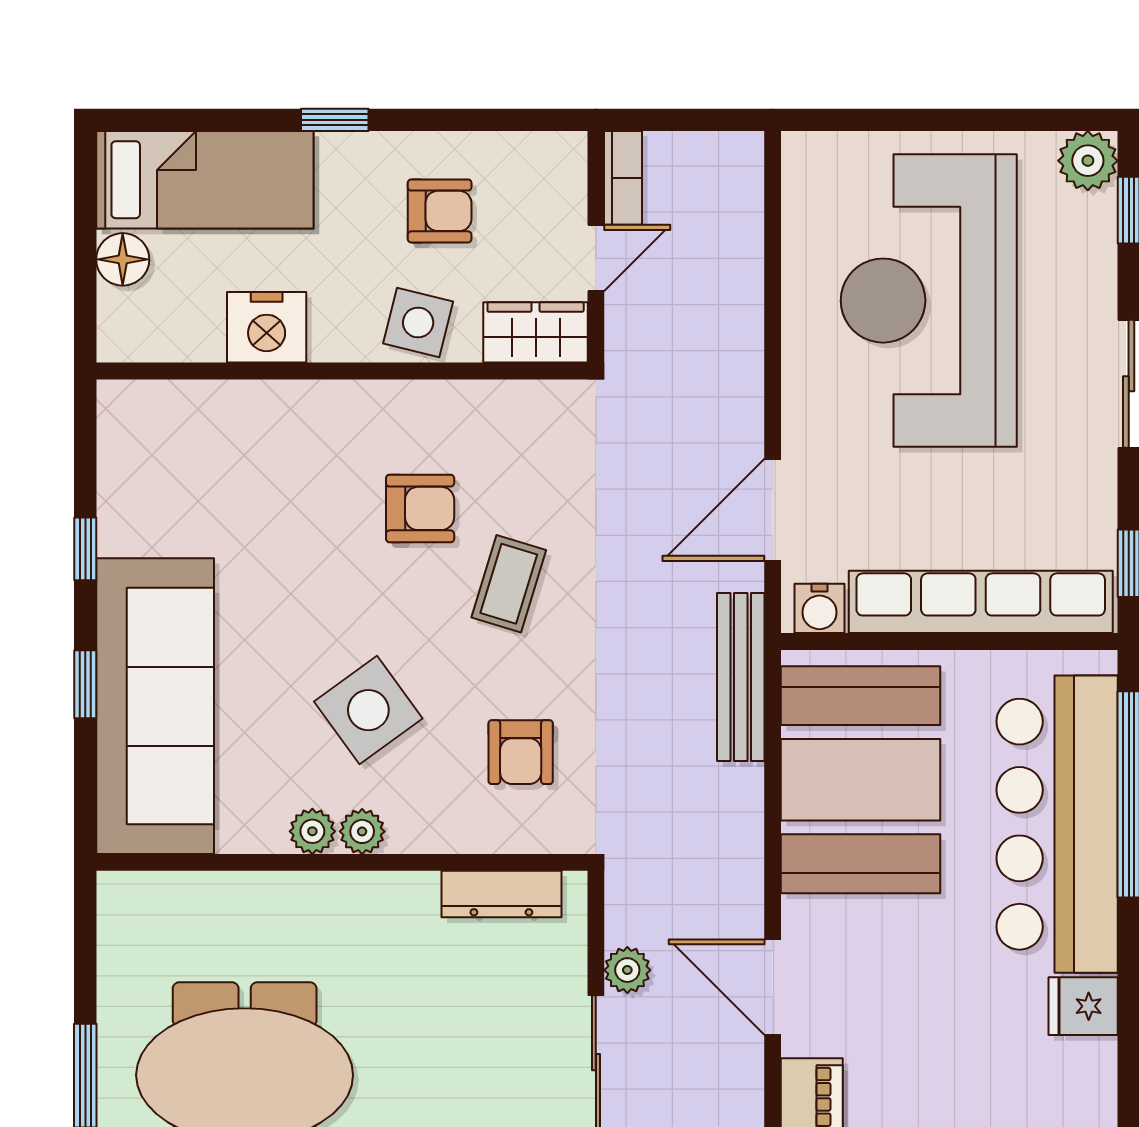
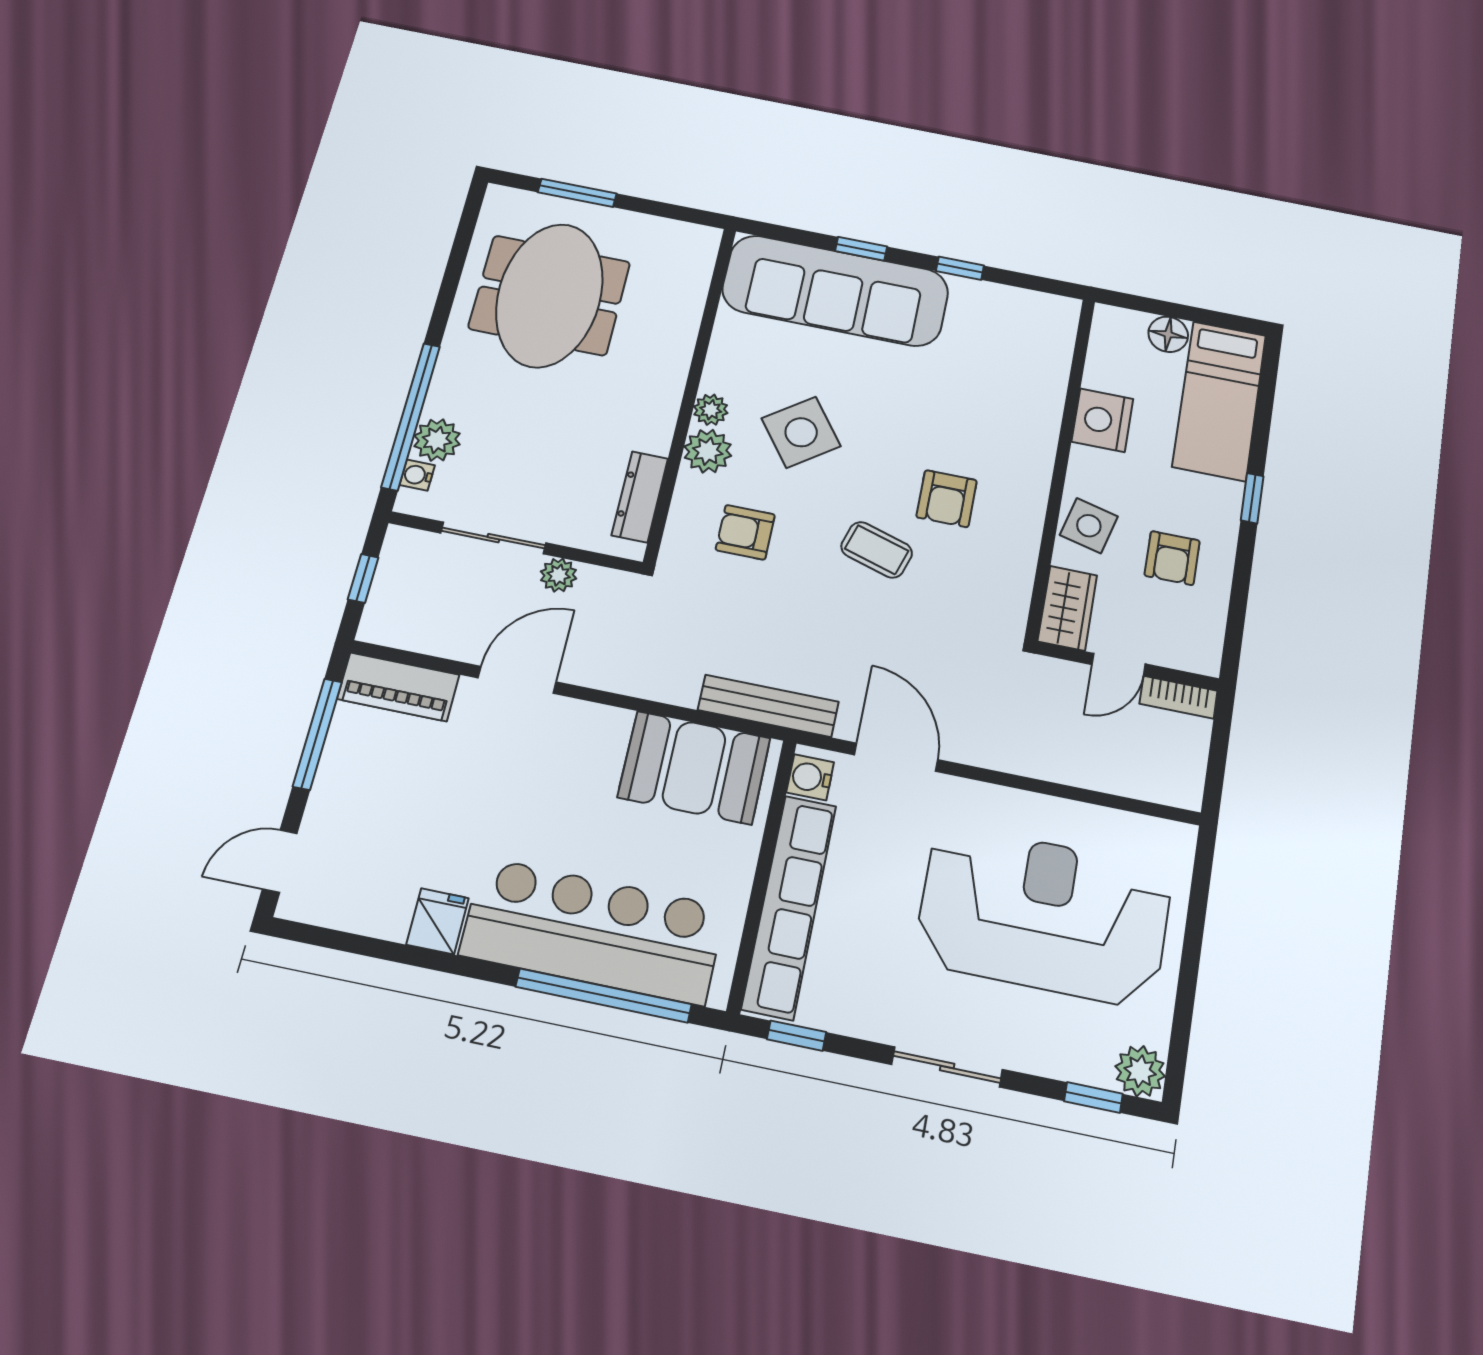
door: (596, 258) -> (1118, 664), hinge flipped
booth: (861, 780) -> (694, 768), width x0.73, depth x0.70
plant: (312, 831) -> (708, 451), moved, width x1.38, depth x1.38

